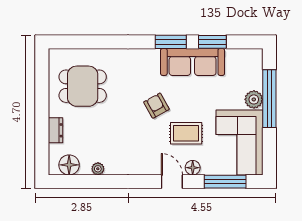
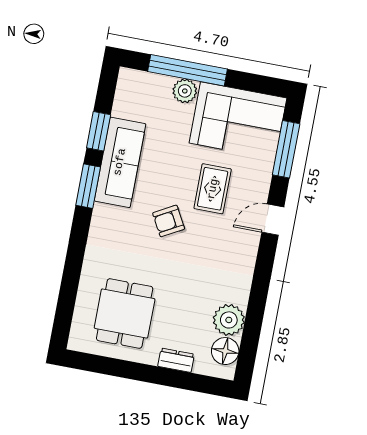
floor lamp: (193, 168) -> (260, 189), removed
plant: (98, 169) -> (229, 320), width x1.88, depth x1.88

